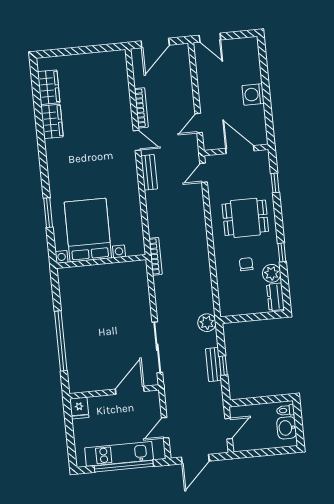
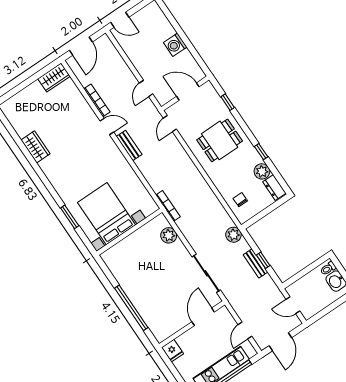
wardrobe: (49, 87) -> (54, 77), moved, turned 90
chair: (246, 264) -> (240, 200), moved
plant: (140, 287) -> (169, 235), added
door: (229, 429) -> (293, 305), swing flipped

